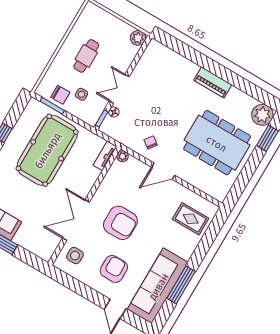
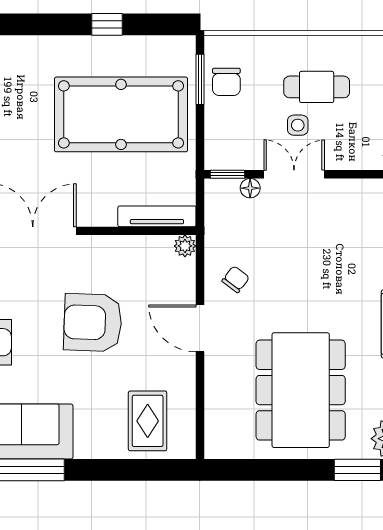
side table: (82, 94) -> (298, 125), moved
tv unit: (105, 156) -> (157, 216), width x1.41
armchair: (120, 223) -> (93, 323), moved, turned 92

